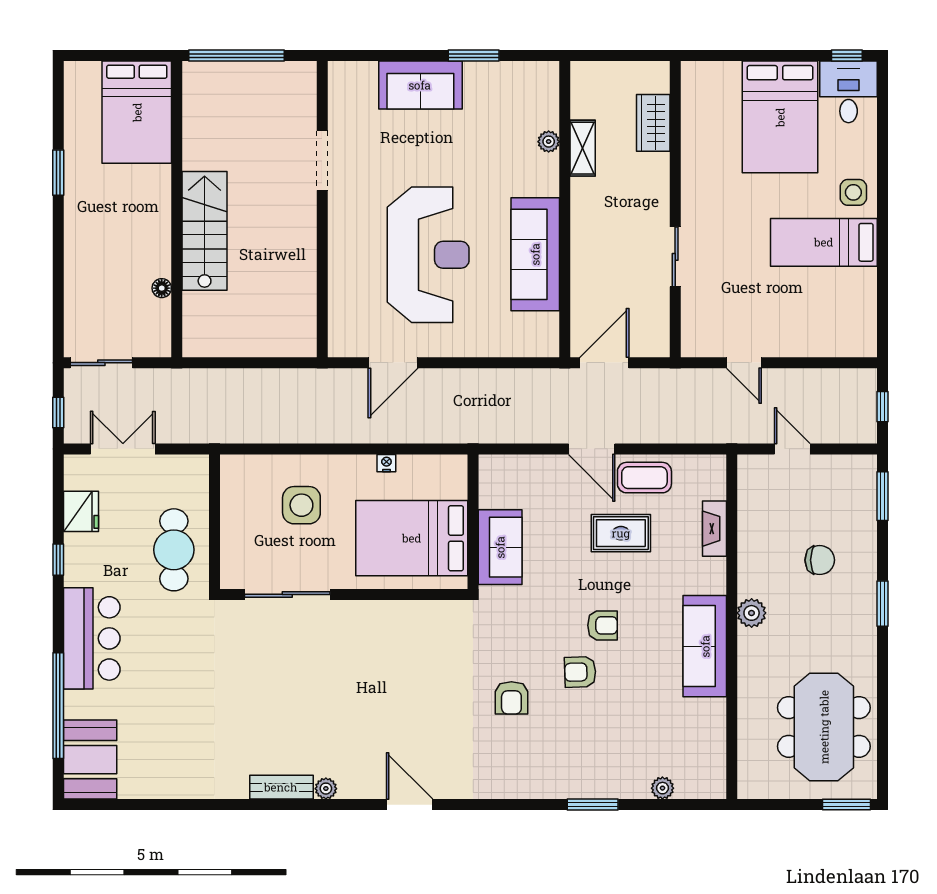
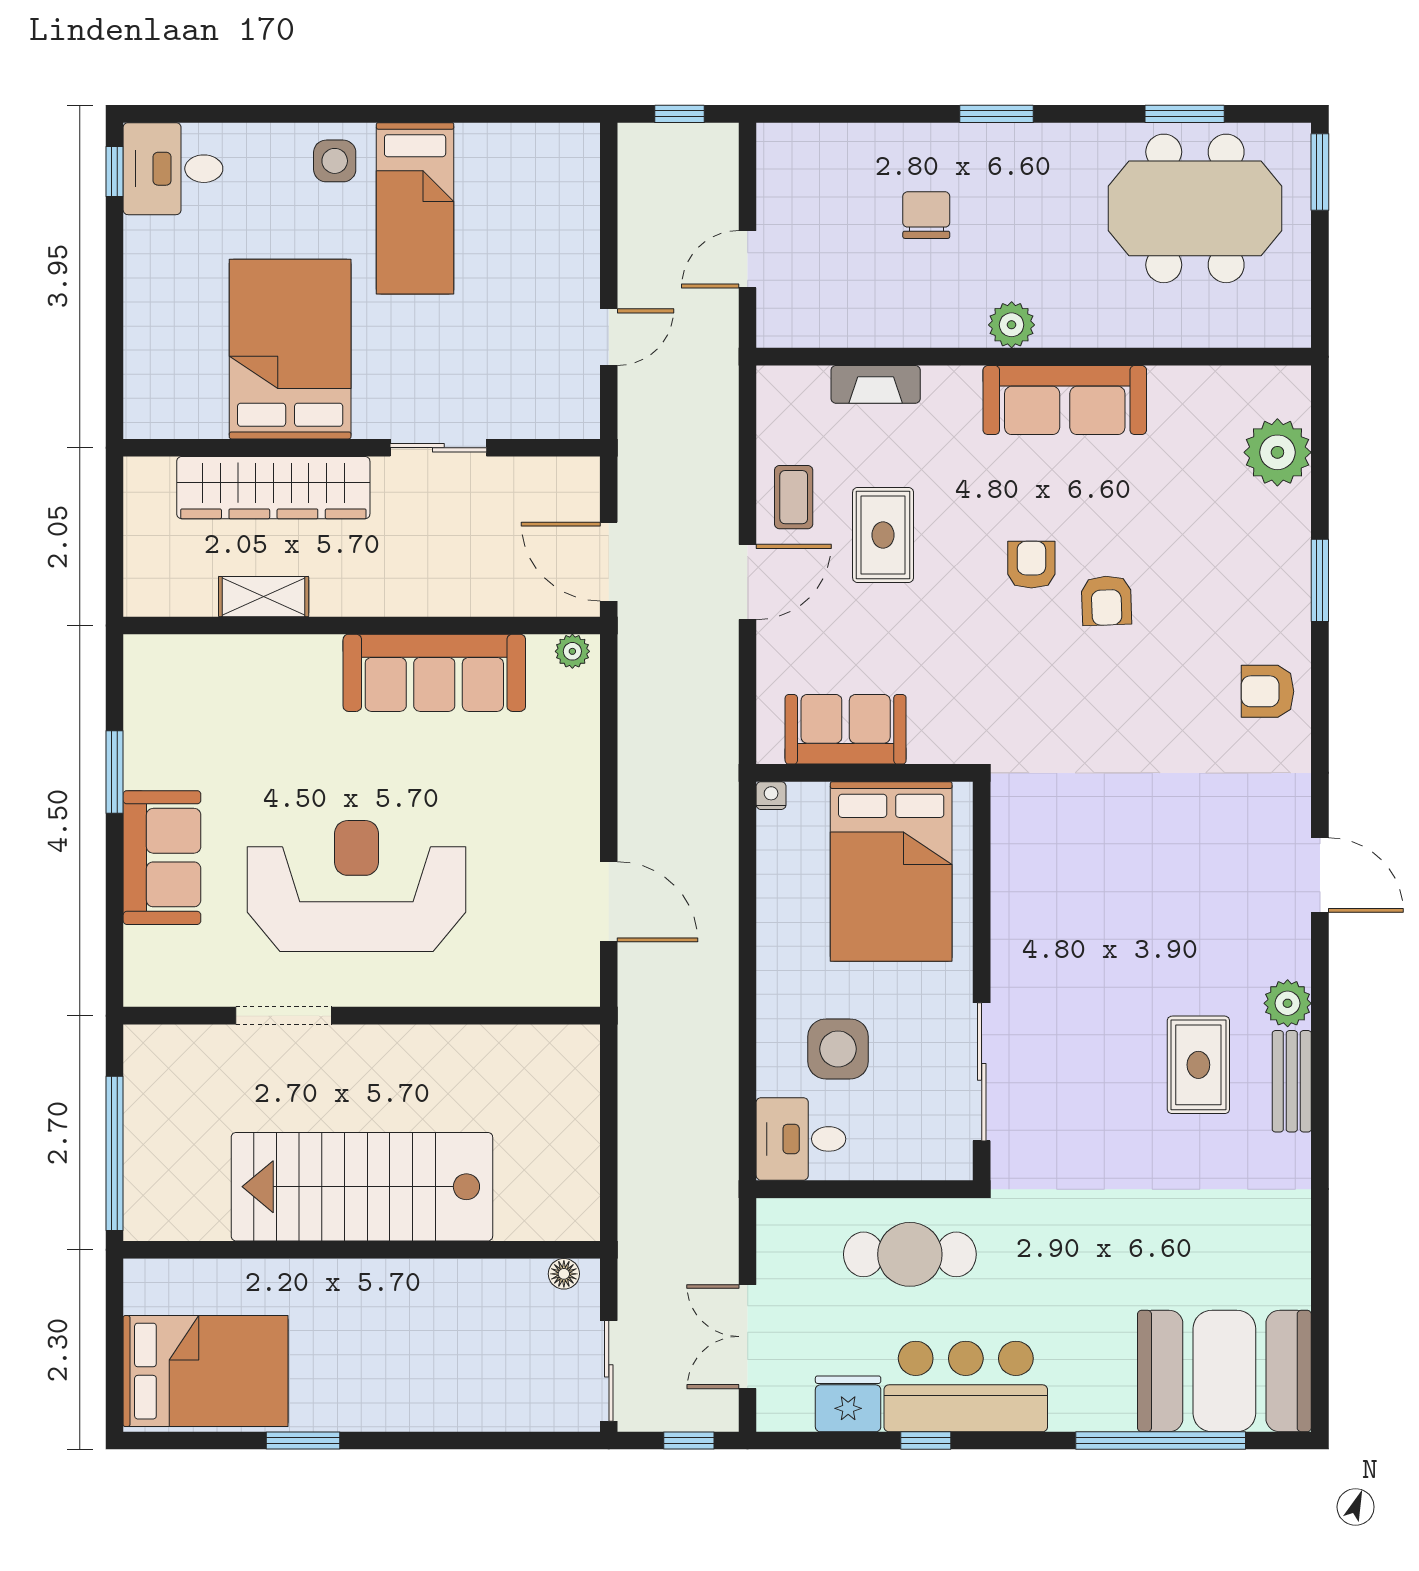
bed: (137, 112) -> (206, 1371), moved
bed: (780, 117) -> (290, 349), moved, turned -90
wardrobe: (653, 123) -> (273, 488), width x2.10, depth x1.17
plant: (549, 142) -> (572, 651), moved
stairs: (205, 231) -> (362, 1187), width x1.36, depth x1.51
reception desk: (428, 255) -> (356, 886), moved
floor lamp: (162, 288) -> (564, 1274), moved
nightstand: (386, 463) -> (771, 796), moved, turned 90
coffee table: (644, 478) -> (794, 497), width x0.73, depth x0.77
desk: (246, 482) -> (801, 1139), added
window: (883, 496) -> (1185, 114), moved
sofa: (500, 547) -> (846, 729), moved
bar counter: (92, 638) -> (966, 1387), moved
armchair: (511, 698) -> (1267, 691), moved, turned 180
rug: (292, 729) -> (1198, 1065), added
booth: (90, 760) -> (1224, 1371), width x1.36, depth x1.42
plant: (662, 788) -> (1277, 452), width x1.87, depth x1.87
plant: (326, 789) -> (1288, 1003), width x1.38, depth x1.38
door: (410, 805) -> (1320, 875), swing flipped

